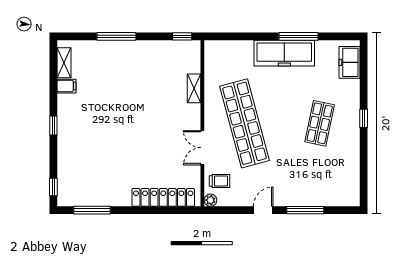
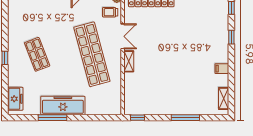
filing cabinet: (66, 86) -> (222, 69), moved
shelving: (194, 88) -> (129, 61), moved
shop shelf: (320, 123) -> (37, 54), turned -33
window: (53, 126) -> (231, 37), moved

